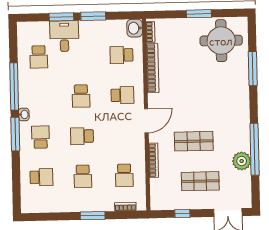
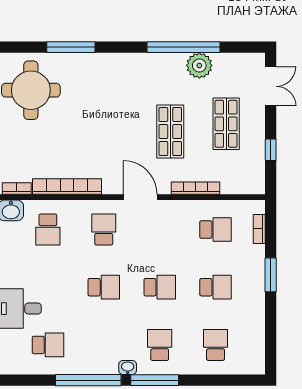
school desk: (82, 136) -> (160, 287), turned -90
school desk: (41, 137) -> (160, 345), turned 90

